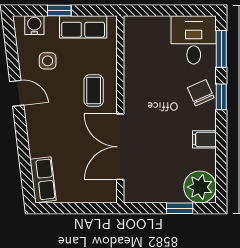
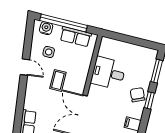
window: (59, 11) -> (64, 23), width x3.17
desk: (194, 40) -> (108, 73), moved, turned -90
coffee table: (94, 91) -> (58, 80), moved

